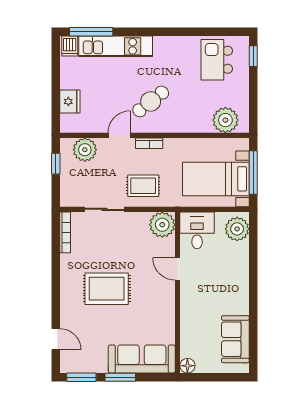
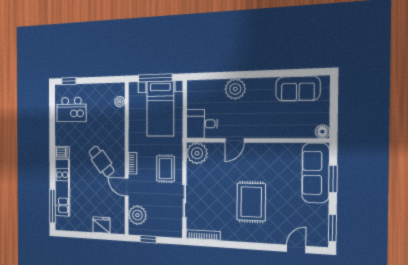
dishwasher: (70, 46) -> (62, 152), moved
plant: (225, 120) -> (120, 102), width x0.53, depth x0.53
plant: (237, 229) -> (235, 89), moved
window: (120, 377) -> (333, 179), moved

